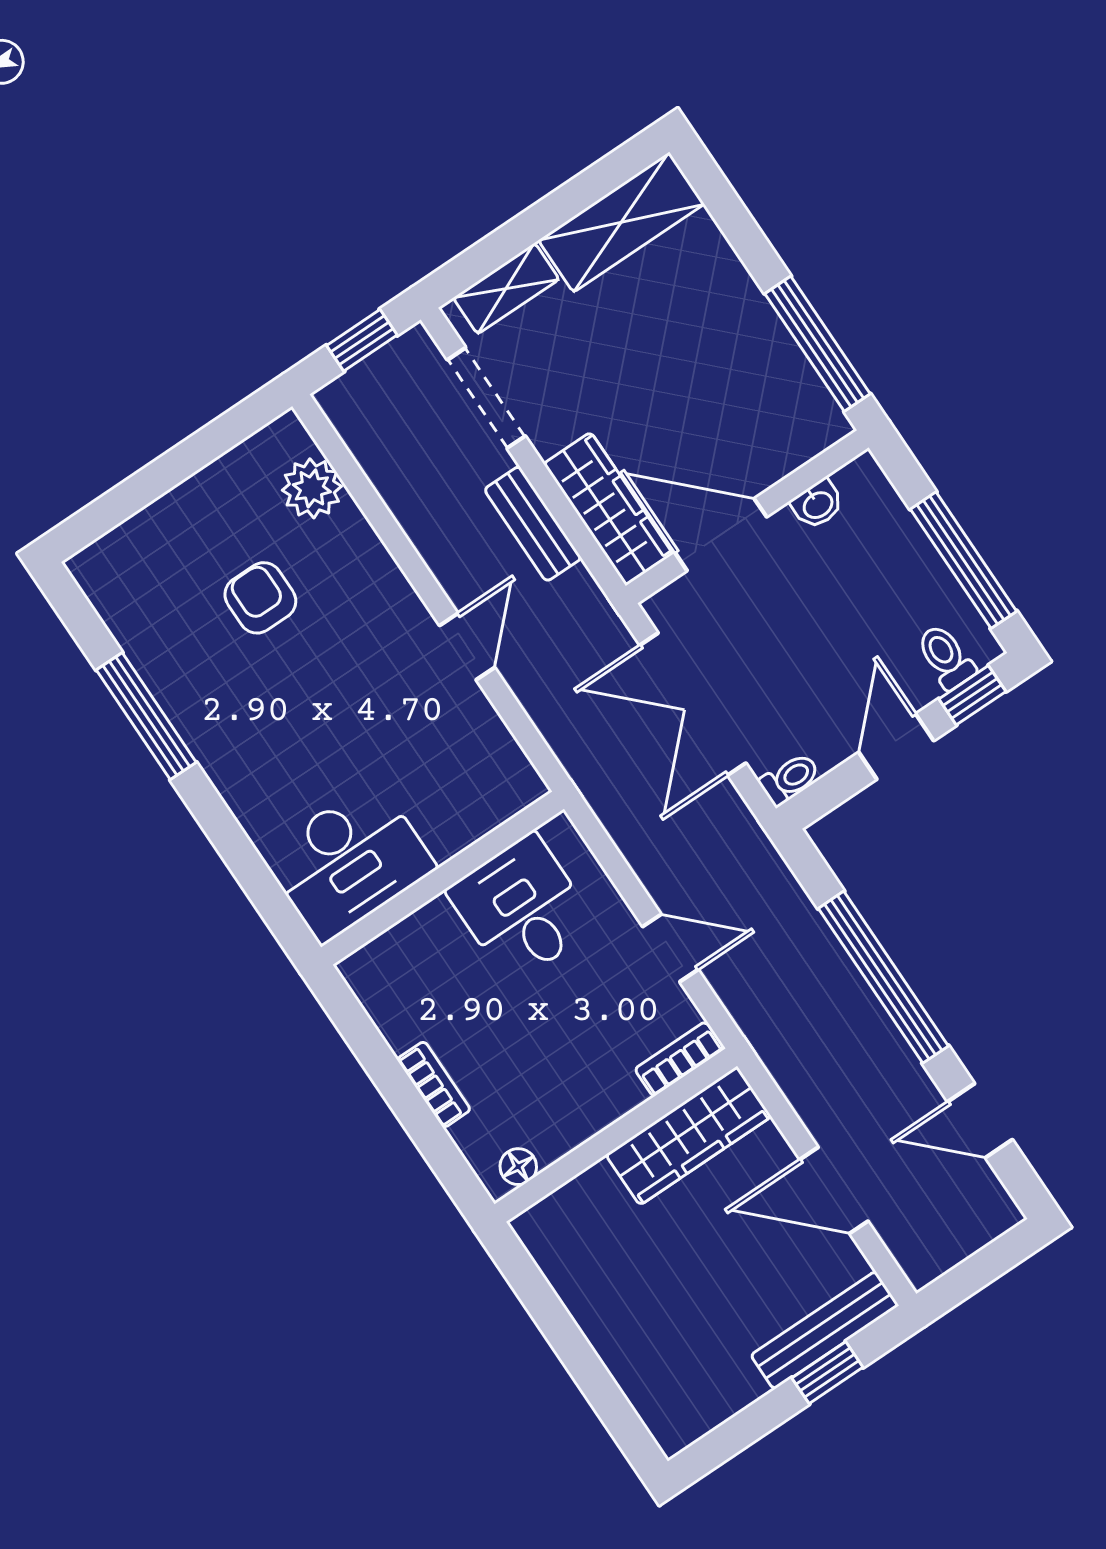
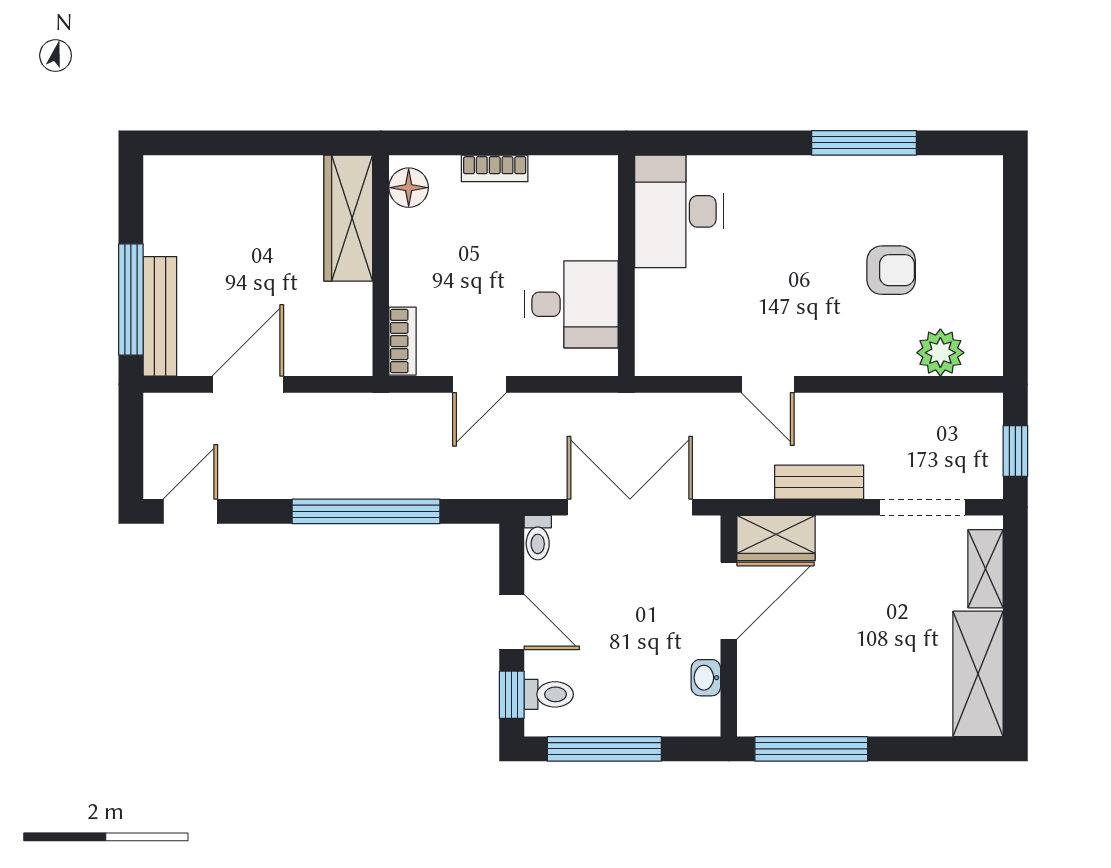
wardrobe: (608, 509) -> (776, 538), width x0.67
door: (980, 1121) -> (190, 511), moved
wardrobe: (689, 1136) -> (348, 218), moved
floor lamp: (518, 1167) -> (409, 188), width x1.37, depth x1.37
window: (827, 1373) -> (131, 299), width x2.17

